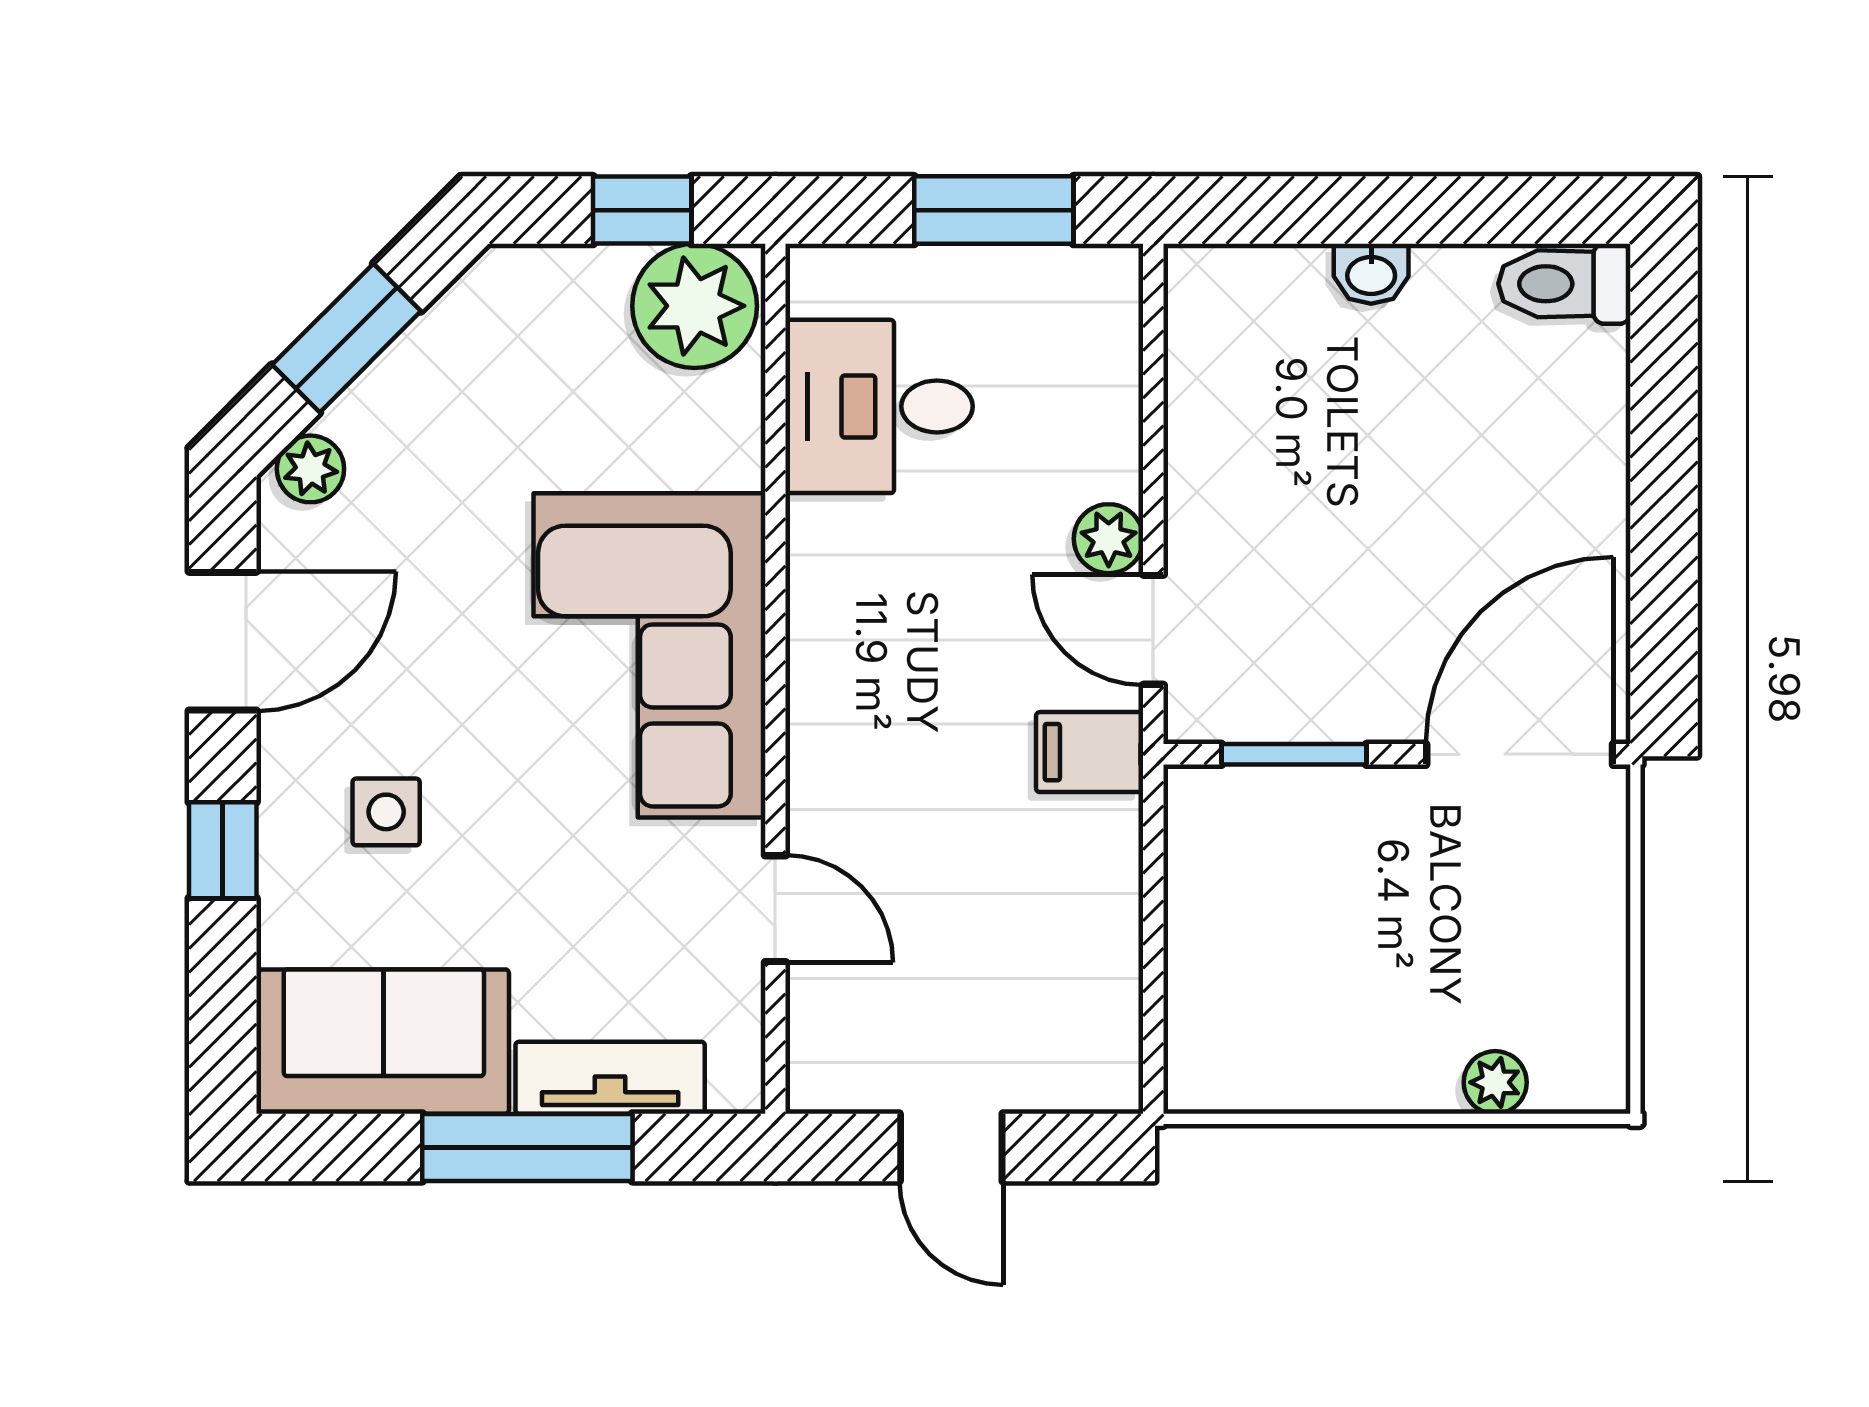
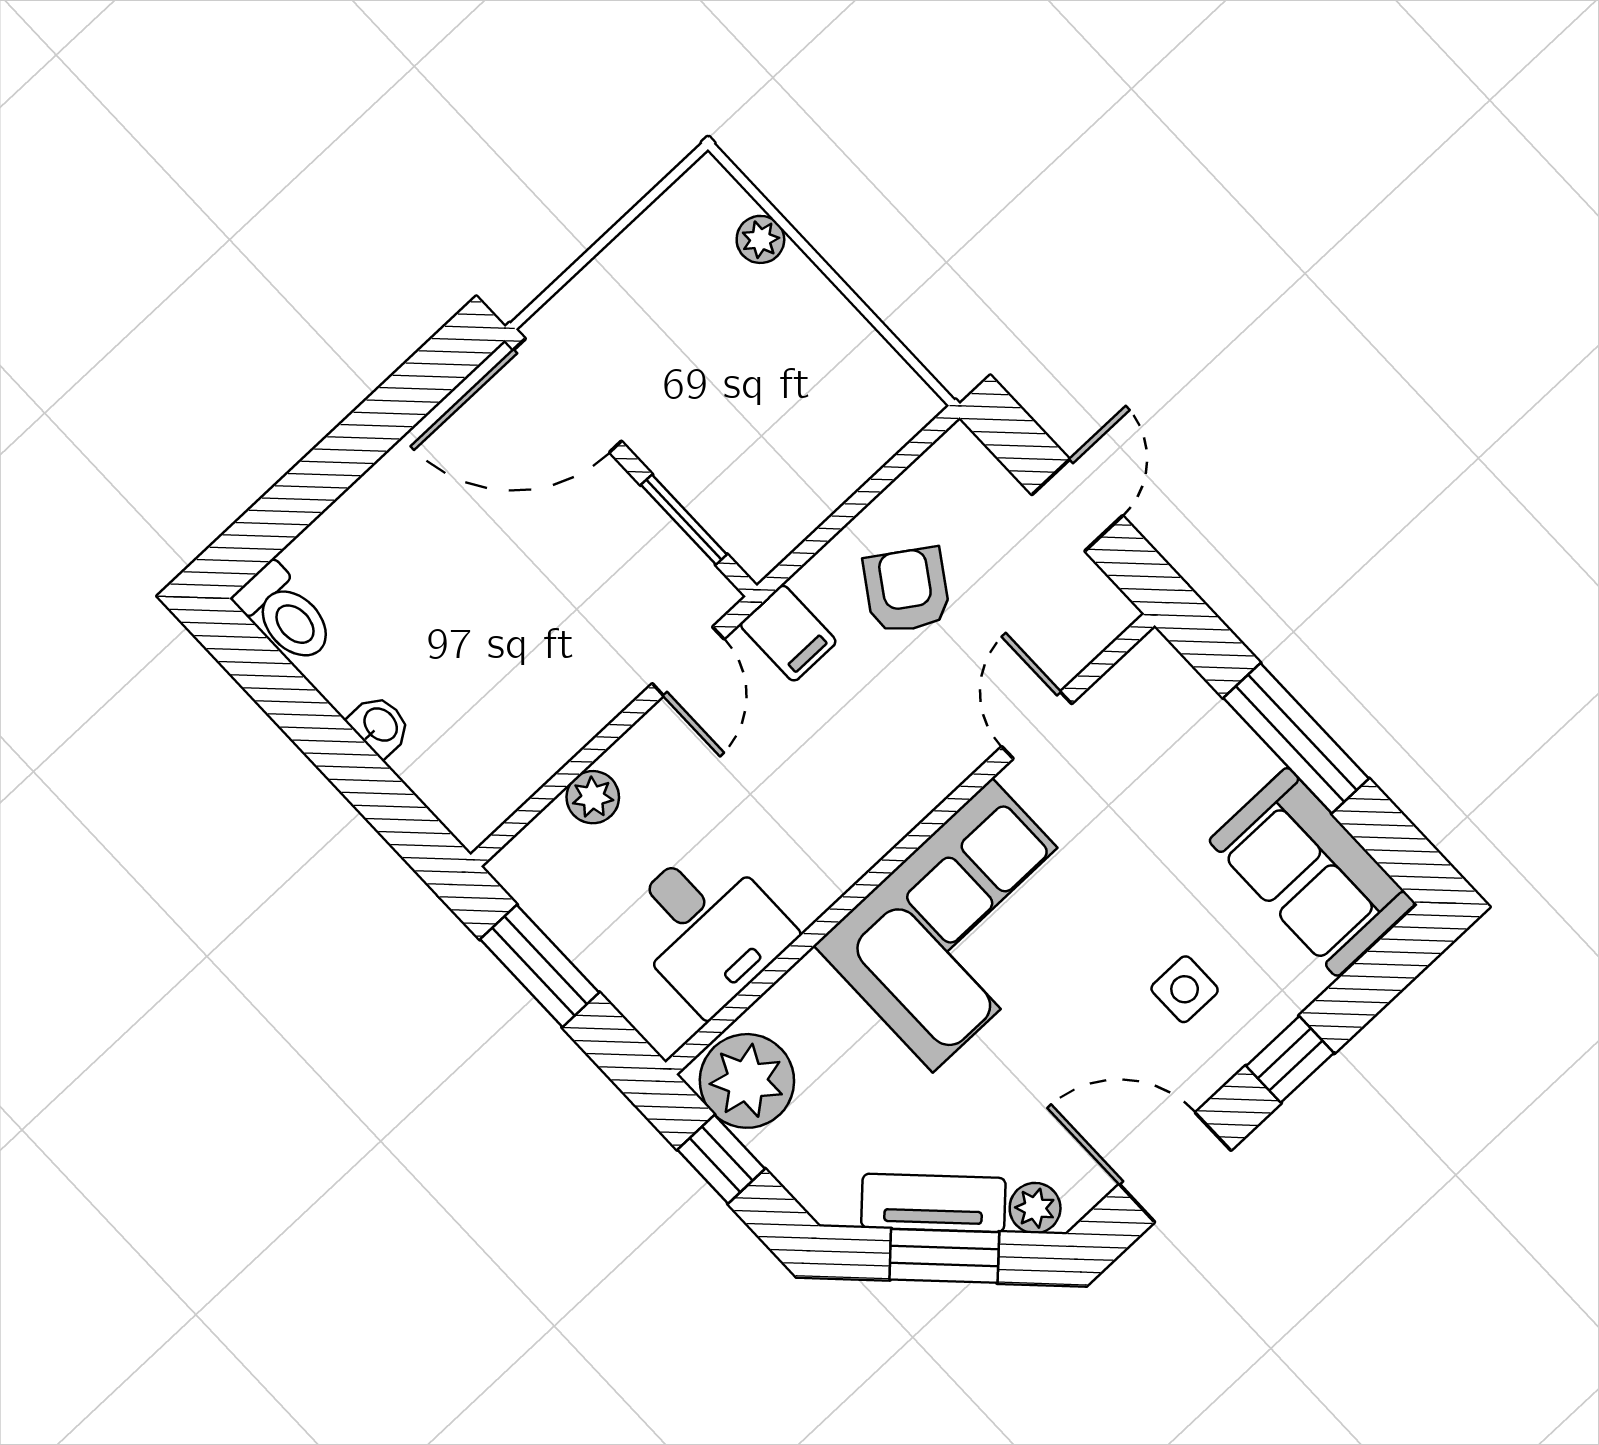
plant: (1109, 539) -> (593, 797), moved
armchair: (1024, 905) -> (907, 590), added
tv unit: (610, 1078) -> (933, 1203), moved, turned 135

